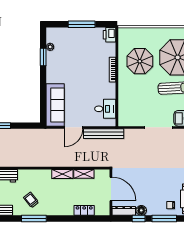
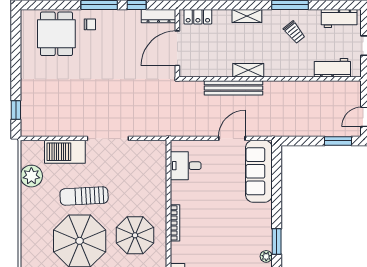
bench: (104, 134) -> (234, 88), moved
shelving: (84, 174) -> (247, 16), moved
door: (111, 189) -> (177, 48), hinge flipped
locker: (84, 210) -> (198, 17), moved
floor lamp: (141, 210) -> (133, 17), removed

